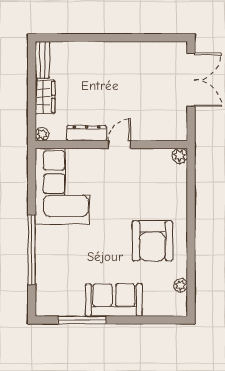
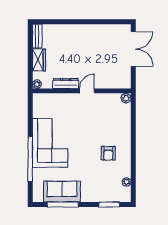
corner sofa: (62, 186) -> (50, 143), moved
armchair: (152, 241) -> (108, 153), width x0.53, depth x0.53
sofa: (114, 300) -> (62, 192), moved
window: (154, 320) -> (109, 205), added

